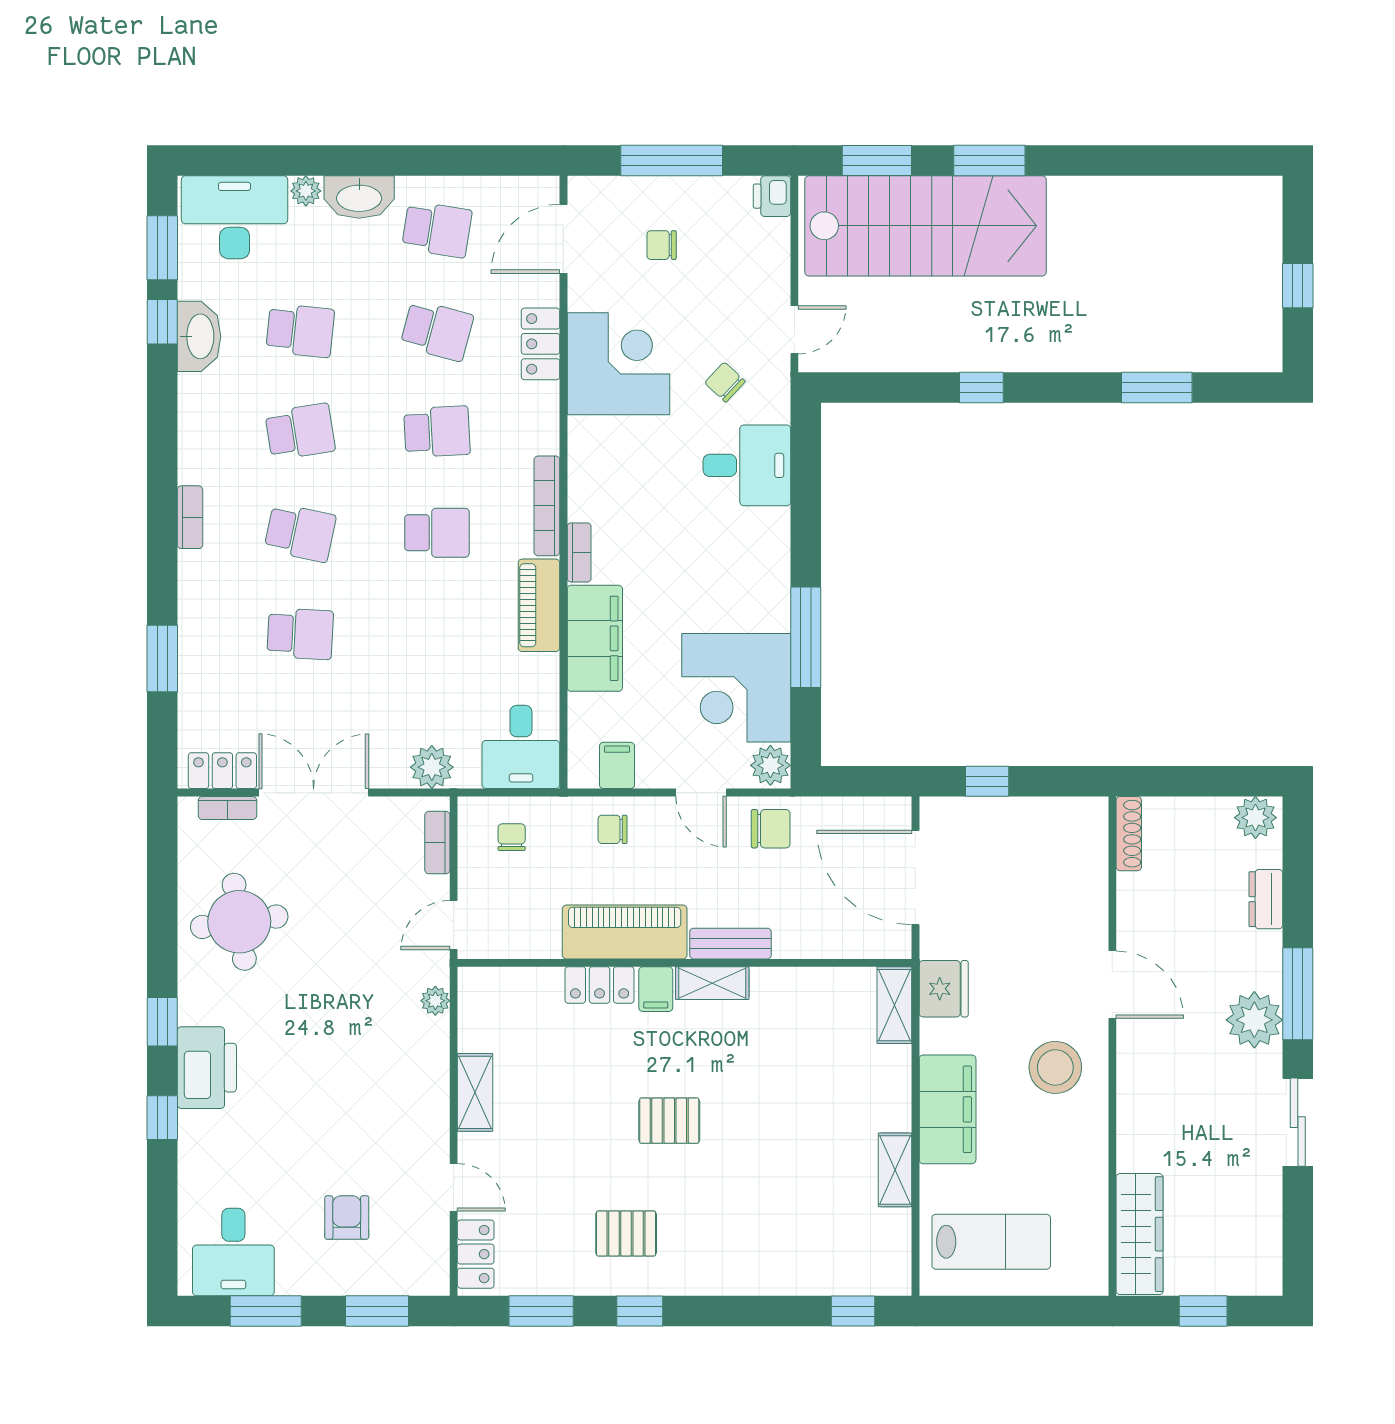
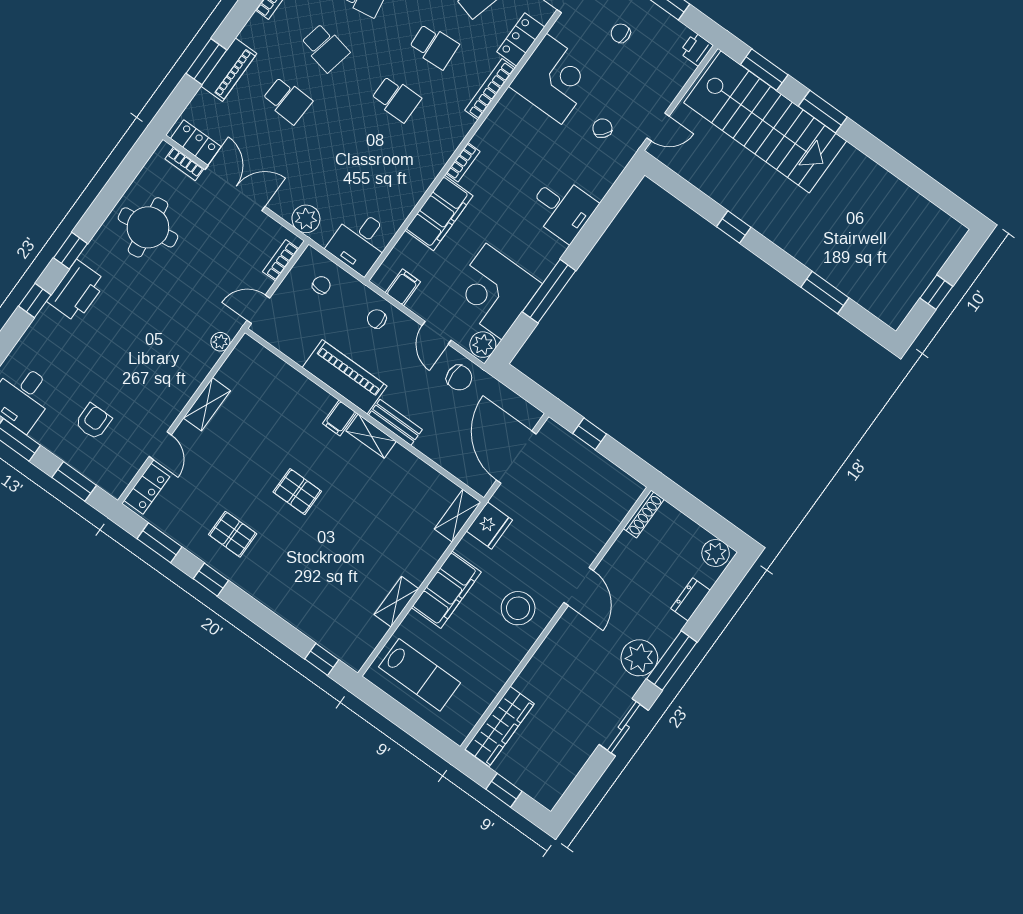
desk: (747, 465) -> (562, 208), moved
bookcase: (547, 506) -> (490, 89), moved
piano: (539, 605) -> (229, 70), moved, turned 180
locker: (600, 985) -> (312, 395), removed

